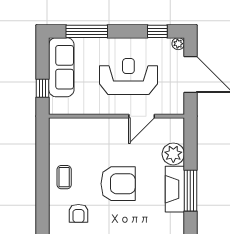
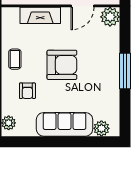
plant: (173, 154) -> (110, 17), moved
fireplace: (175, 189) -> (40, 15), moved, turned -90

